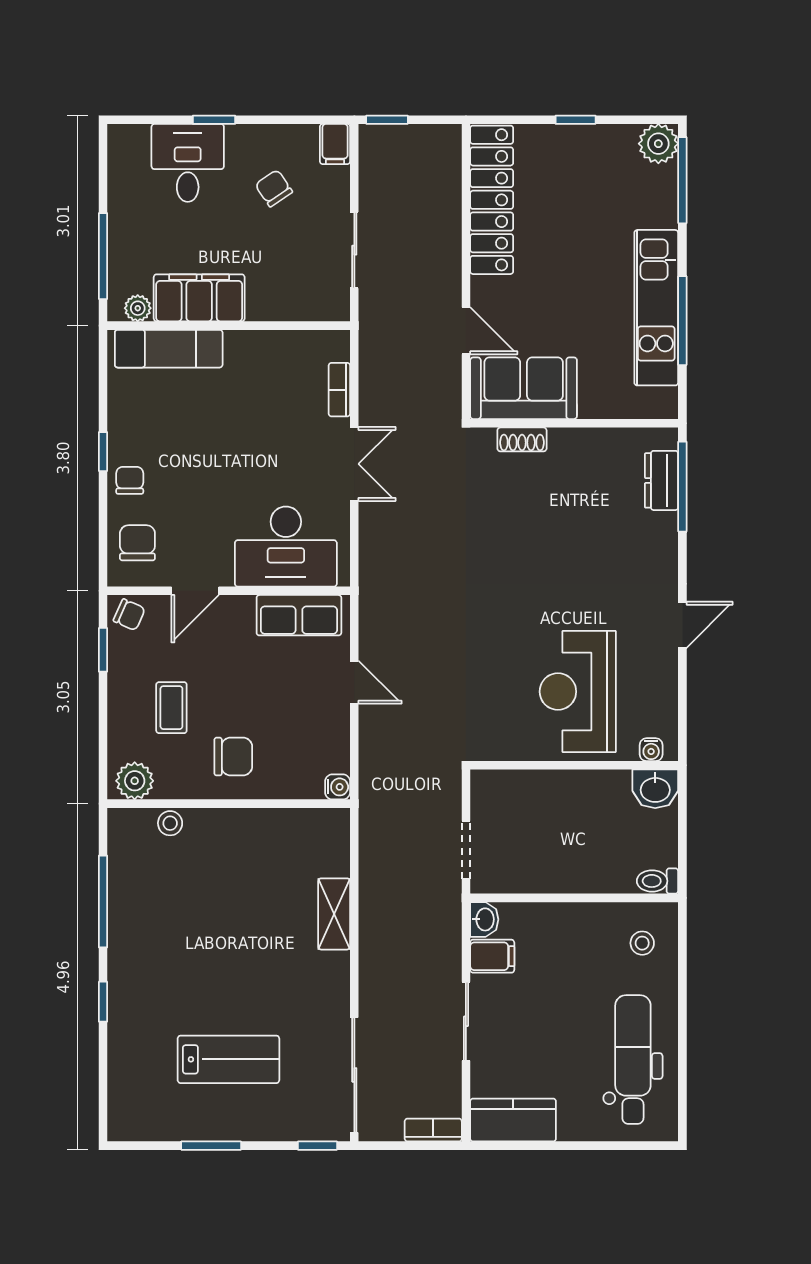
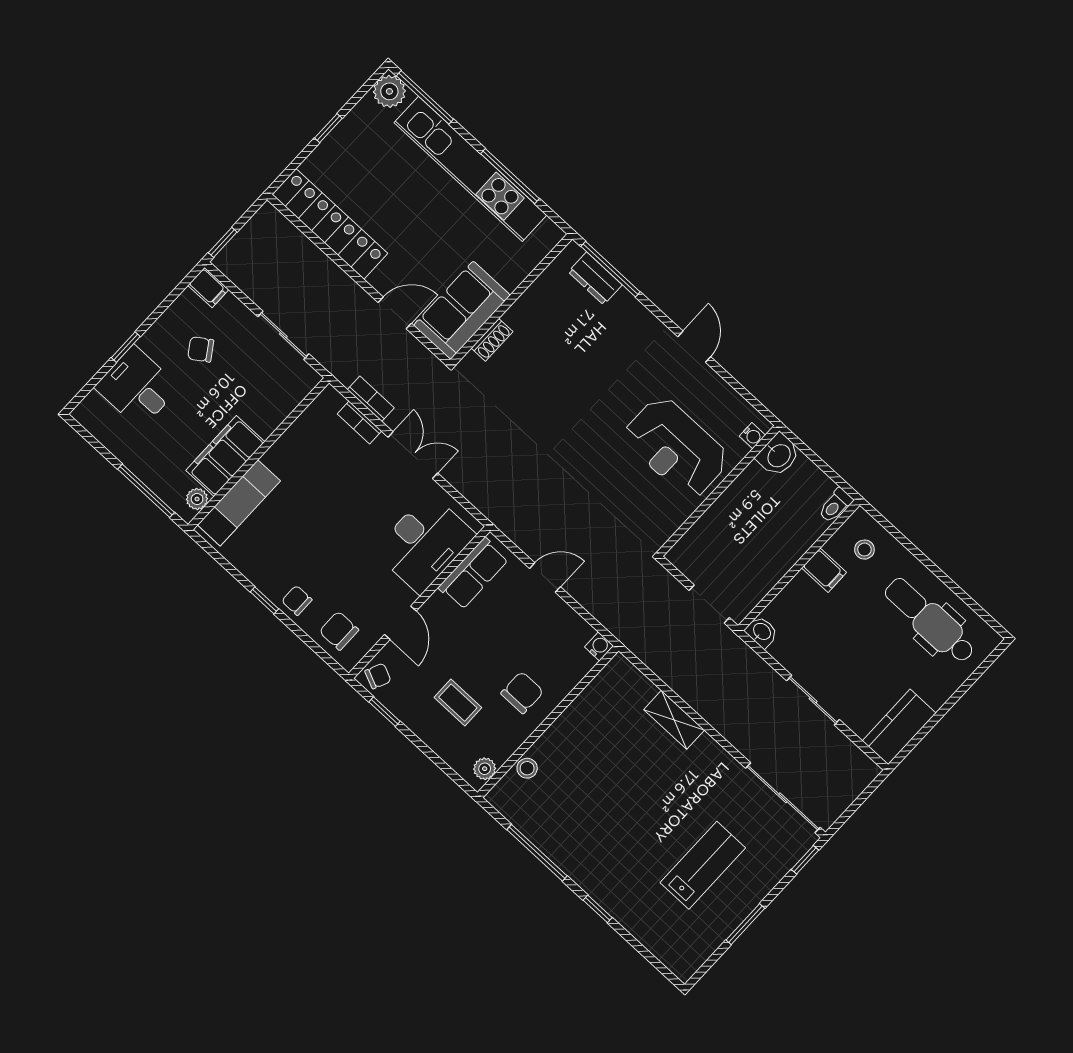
kitchen unit: (656, 308) -> (470, 169), width x1.36
plant: (135, 781) -> (485, 769), width x0.73, depth x0.73
filing cabinet: (492, 956) -> (824, 570), moved, turned 90
bookcase: (433, 1130) -> (371, 399), moved, turned 90

